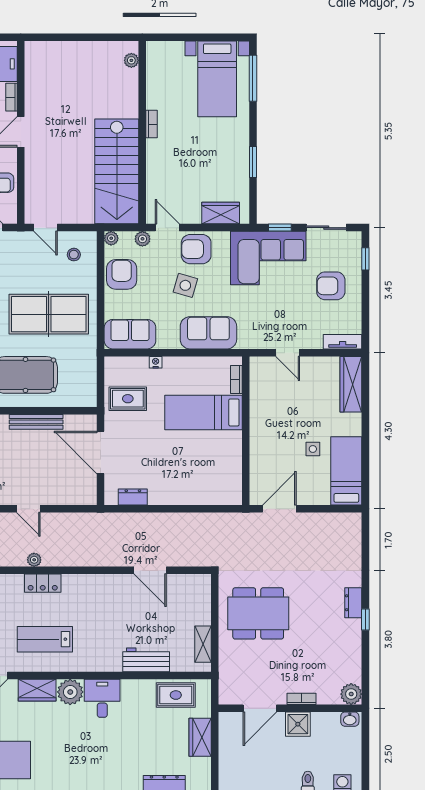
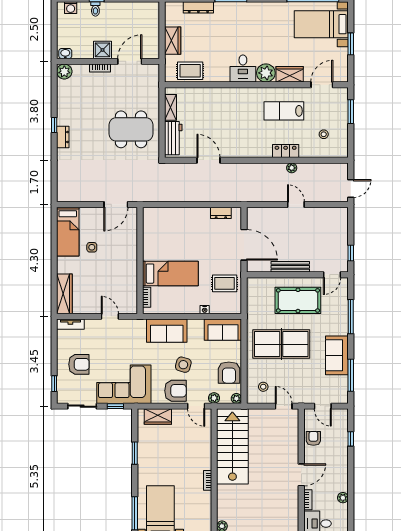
lab bench: (45, 639) -> (284, 111), turned 180
workbench: (146, 660) -> (173, 138), moved, turned -90

